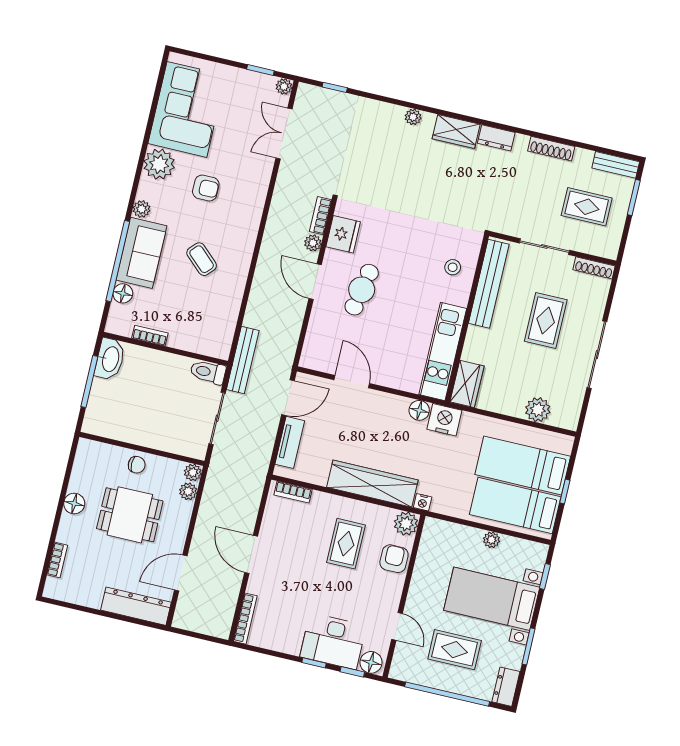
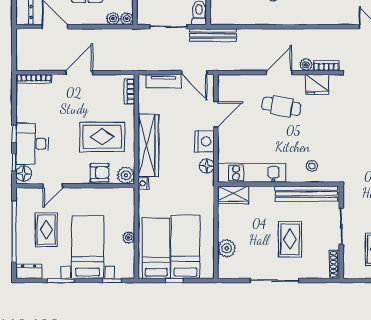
rug: (546, 320) -> (290, 239), turned 90
nightstand: (444, 420) -> (204, 141), moved
rug: (346, 544) -> (102, 137), width x1.36, depth x1.43

